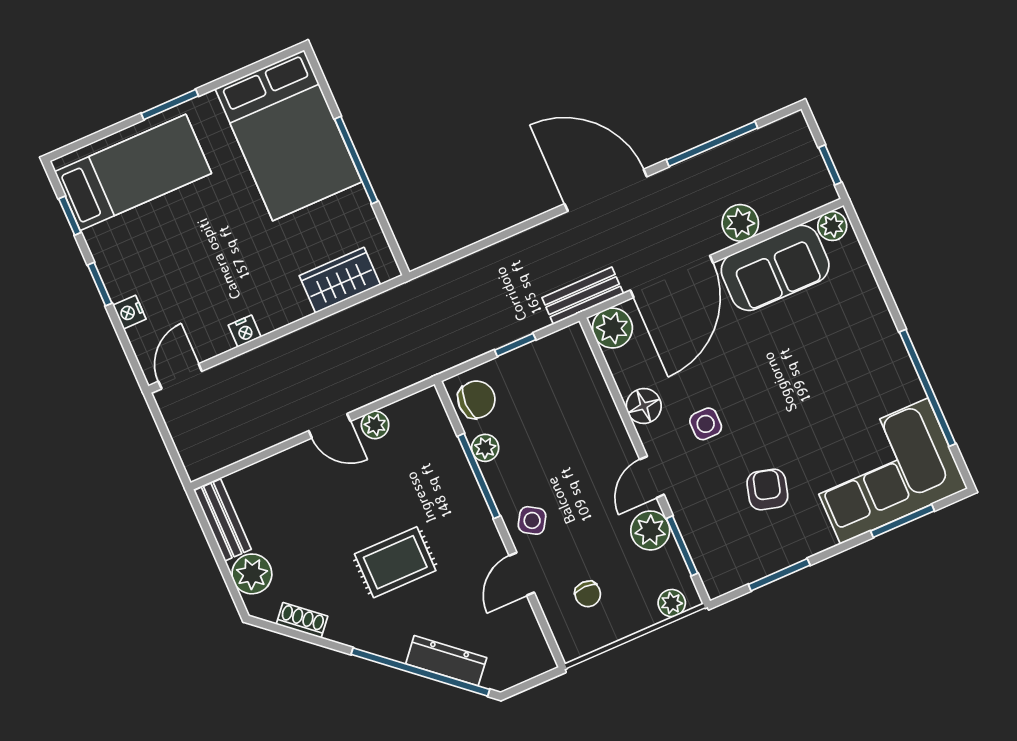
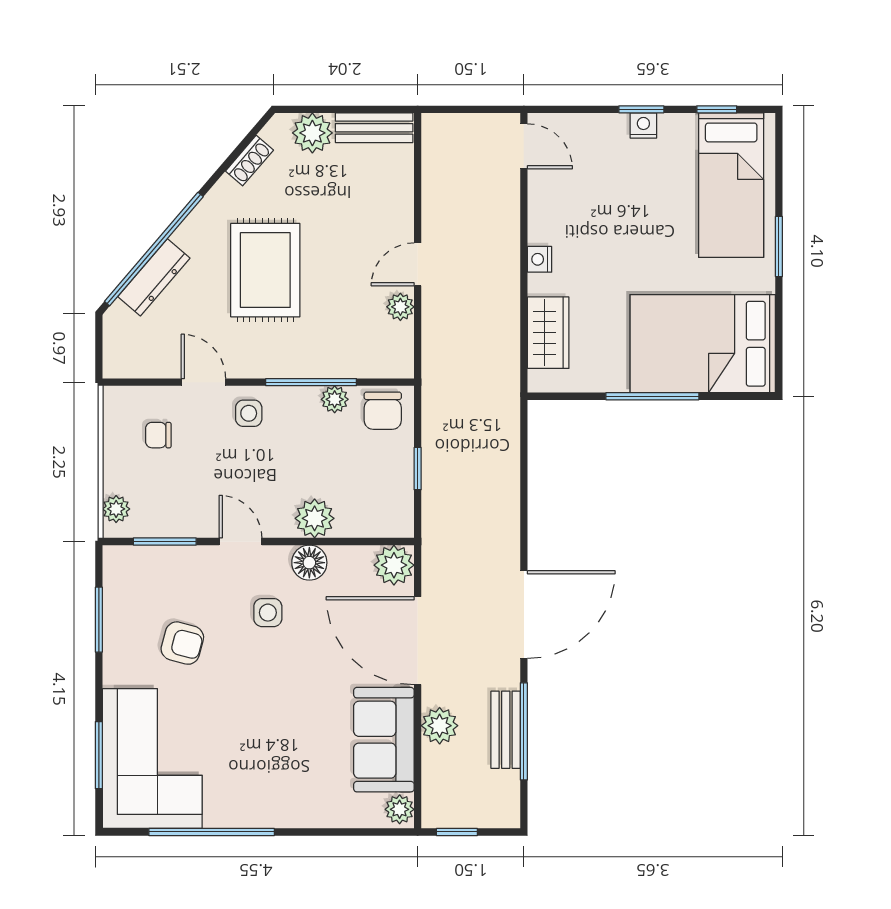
bench: (583, 296) -> (506, 730), moved
nightstand: (129, 312) -> (643, 126), moved
nightstand: (245, 331) -> (540, 259), moved
side table: (532, 520) -> (249, 413), turned -32
plant: (650, 530) -> (315, 518), moved
rug: (395, 562) -> (265, 270), width x1.36, depth x1.43

